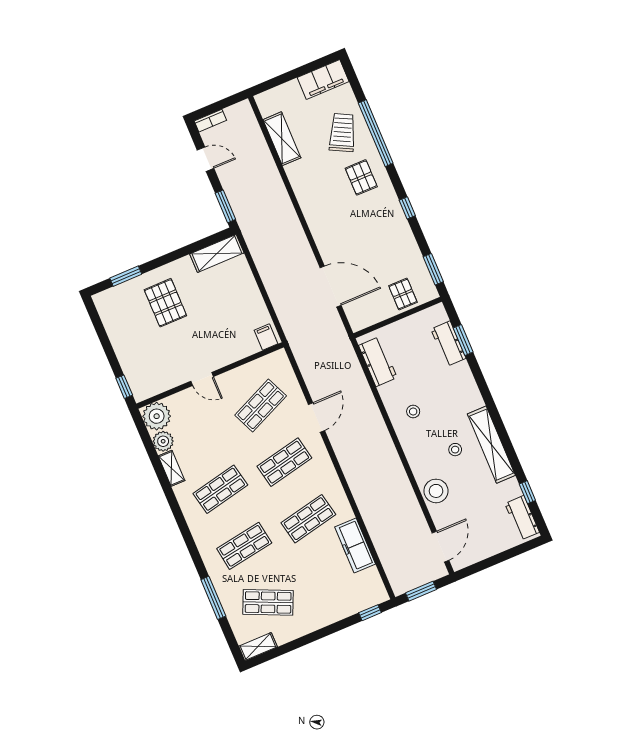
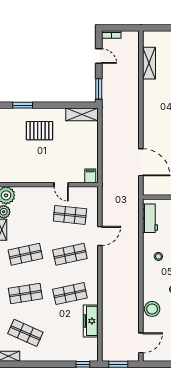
pallet: (165, 303) -> (39, 131), turned 90
door: (202, 379) -> (61, 185), moved
shop shelf: (261, 406) -> (70, 215), turned 30

